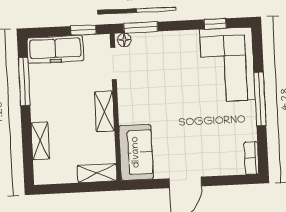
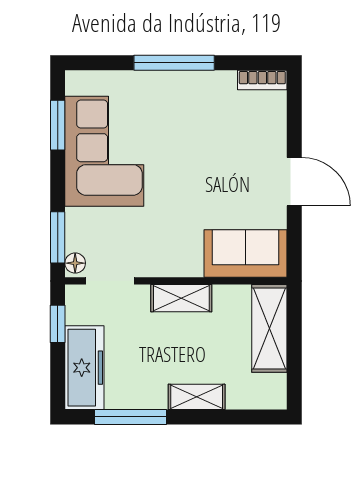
window: (215, 24) -> (58, 125), width x1.50
corner sofa: (227, 65) -> (104, 151), moved, turned -90
shelving: (40, 141) -> (197, 397), moved
shelving: (97, 173) -> (269, 328), width x1.50, depth x1.33

